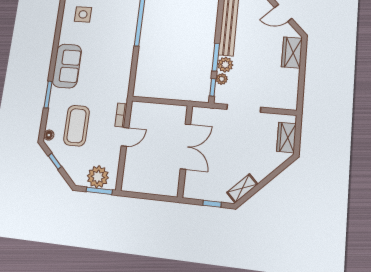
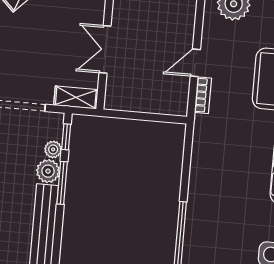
shelving: (206, 114) -> (76, 97), added
double door: (185, 147) -> (105, 49), width x0.73

